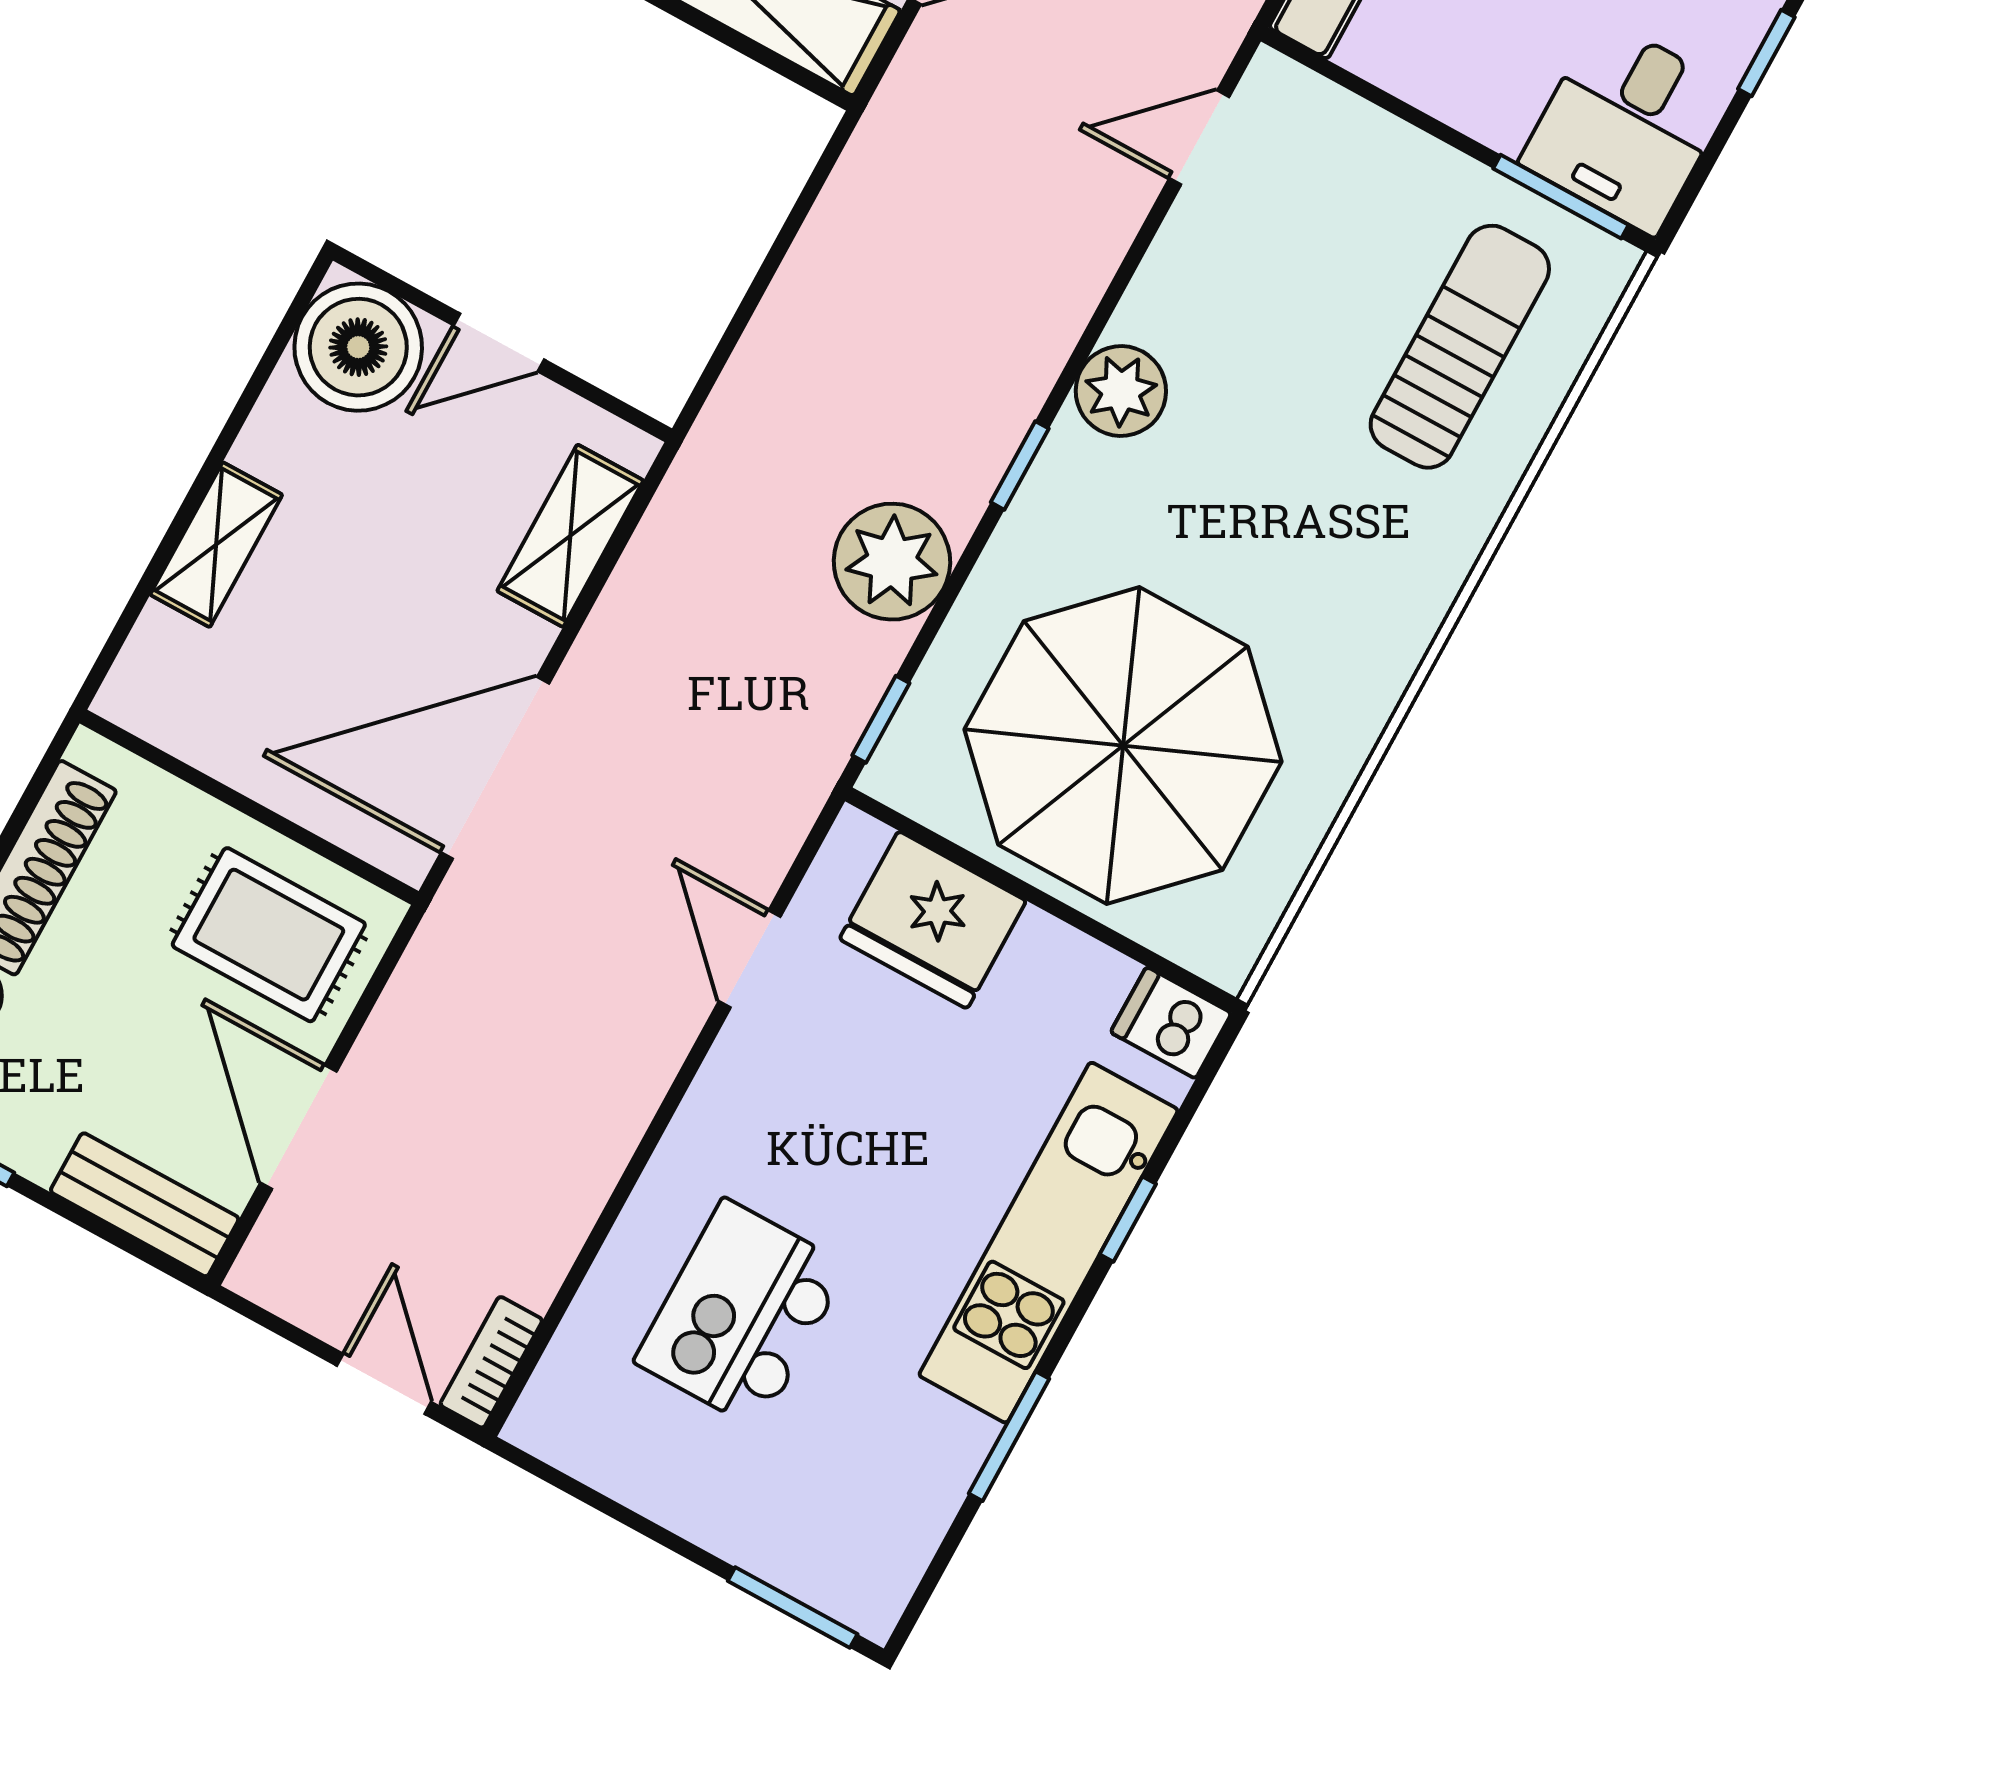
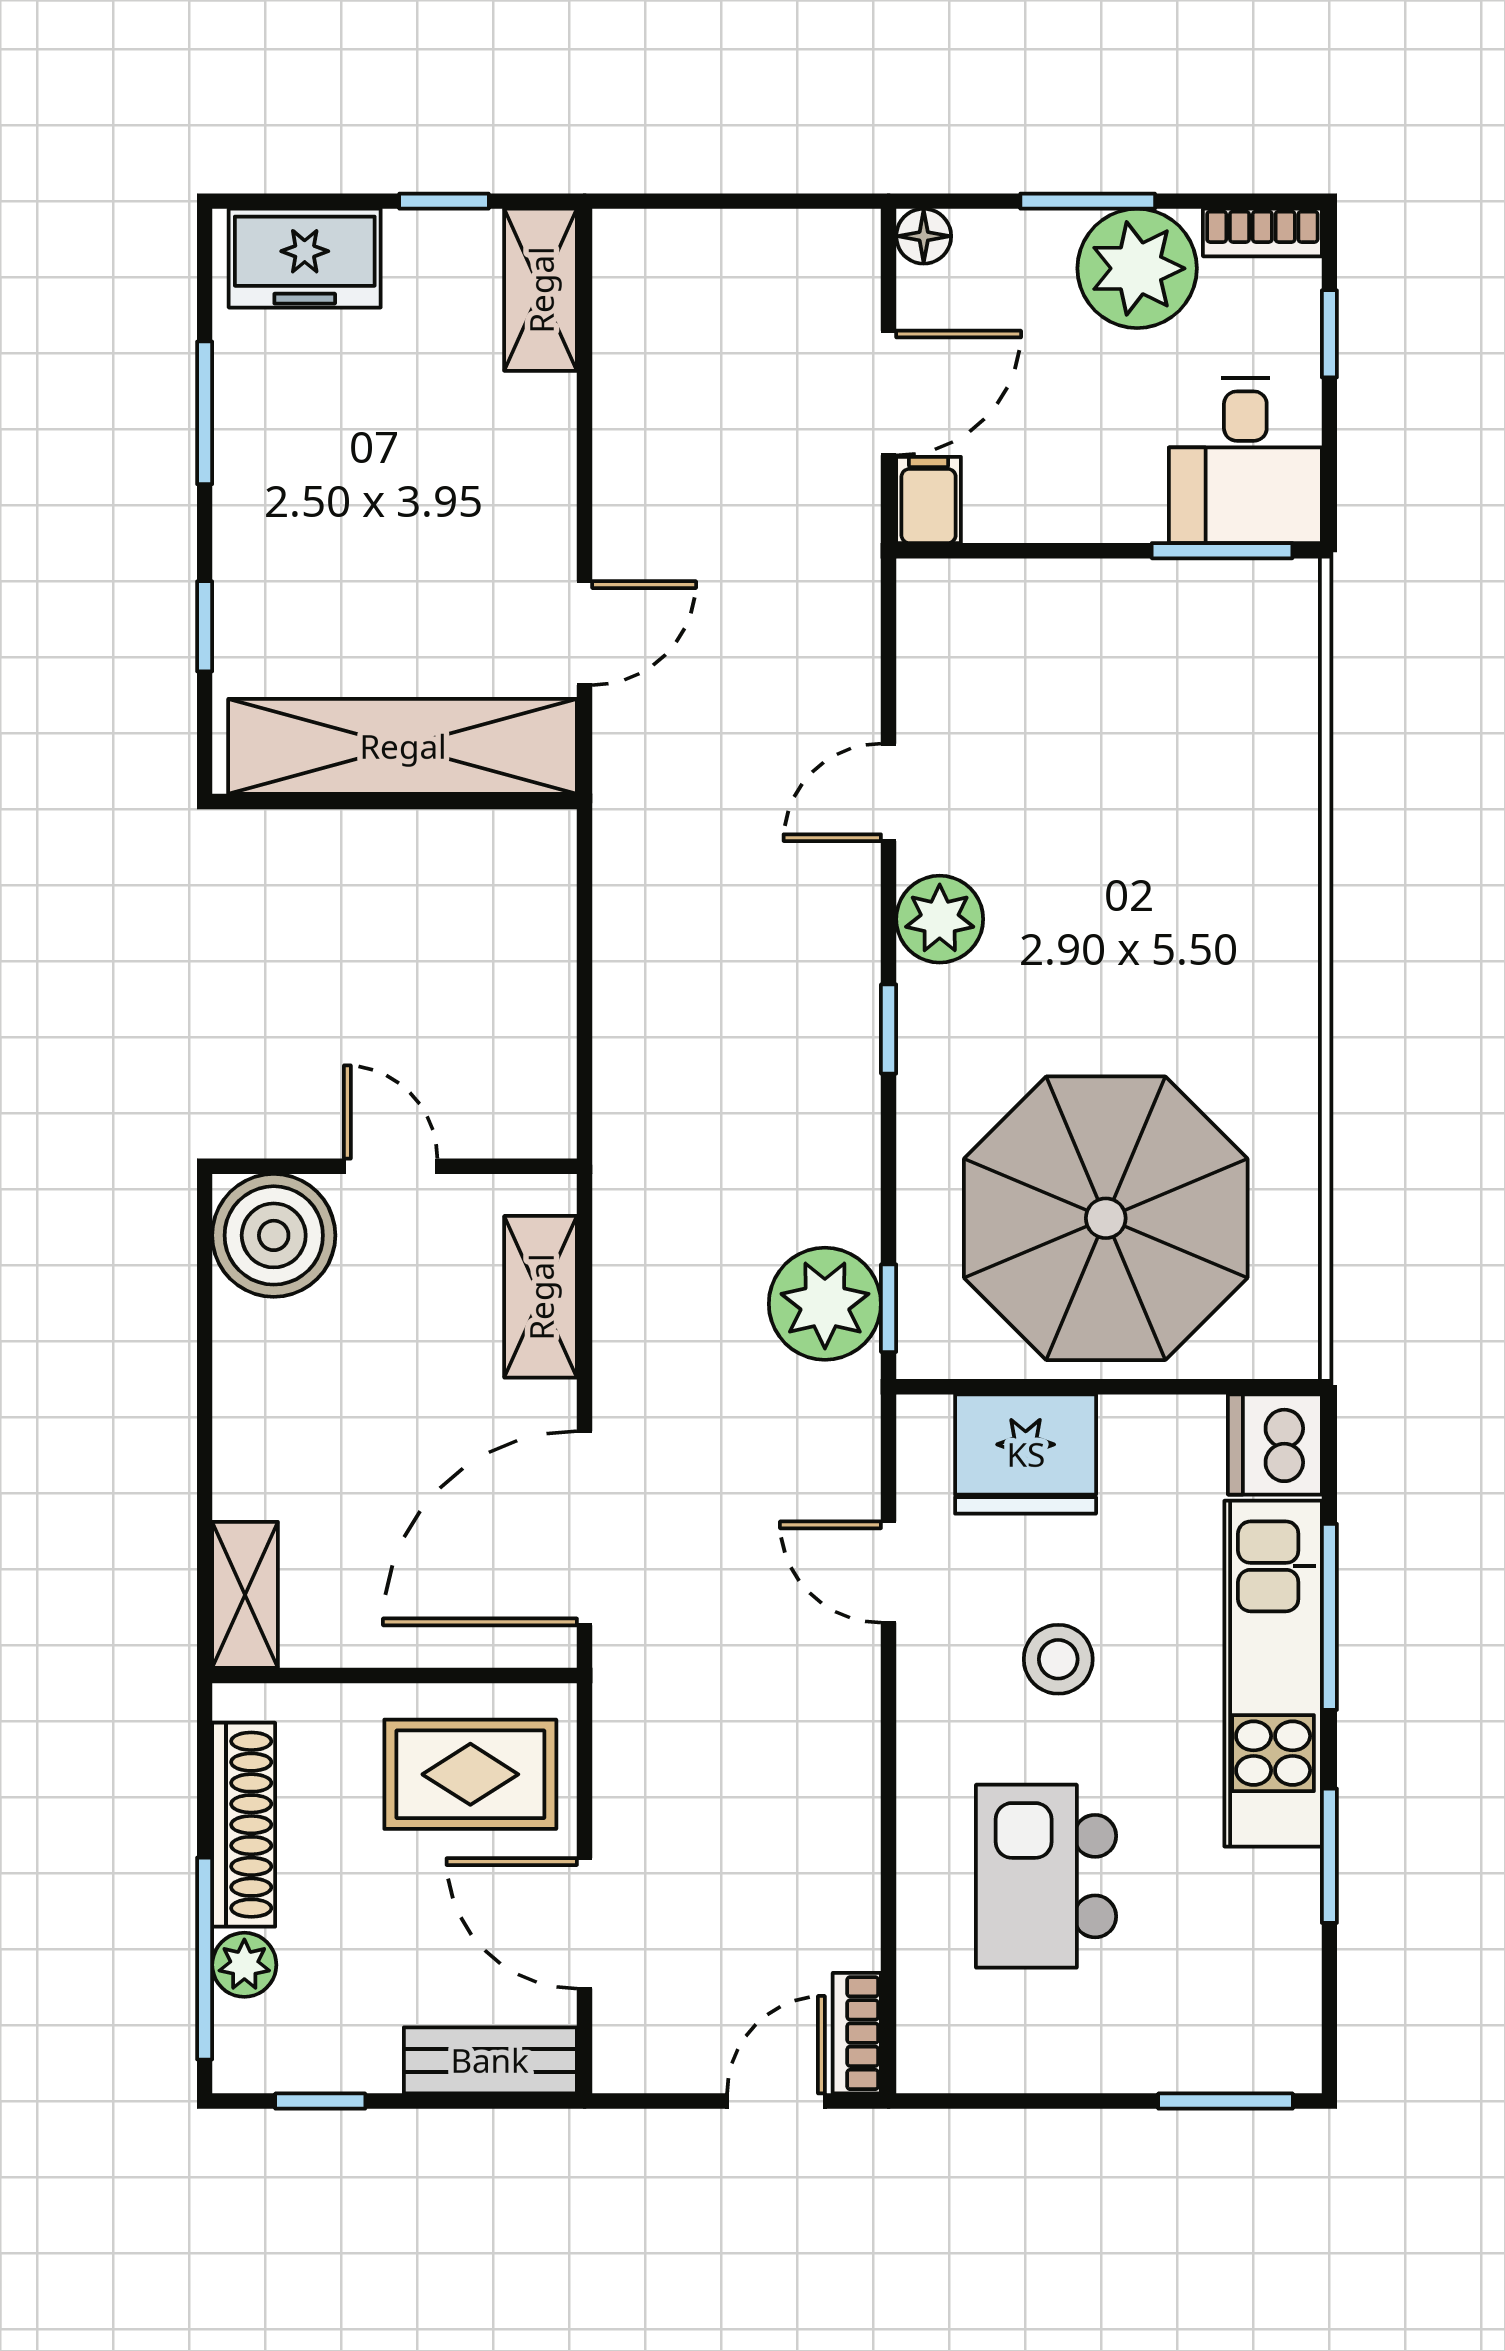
door: (1199, 138) -> (889, 792), moved
door: (499, 342) -> (391, 1166), swing flipped
sun lounger: (1460, 347) -> (1206, 725), removed
shelving: (216, 545) -> (245, 1595), moved
plant: (892, 562) -> (825, 1304), moved
dishwasher: (1171, 1023) -> (1275, 1444), width x1.38
stool: (860, 1123) -> (1058, 1659), added
window: (1128, 1219) -> (1329, 1617), width x2.17
door: (384, 1384) -> (776, 2101), hinge flipped

